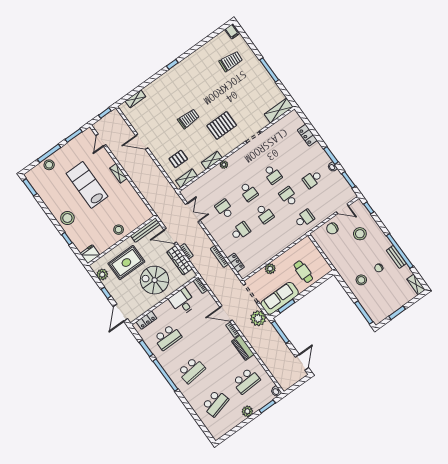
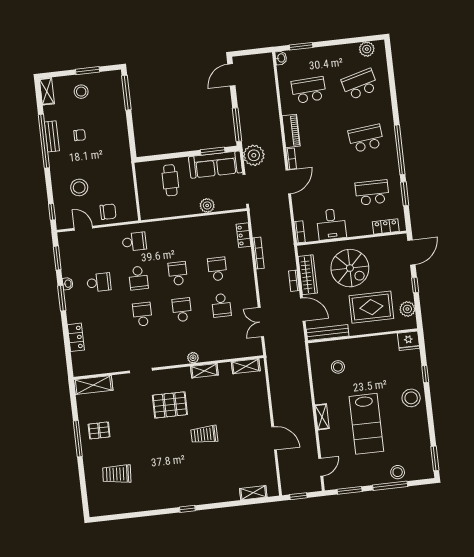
filing cabinet: (232, 31) -> (96, 508), removed
pallet: (178, 159) -> (99, 430), moved
school desk: (304, 219) -> (134, 242), turned 180
stool: (119, 230) -> (338, 367), moved
school desk: (240, 231) -> (217, 269), turned 90
stool: (361, 280) -> (81, 92), moved
door: (226, 314) -> (288, 182), hinge flipped
plant: (247, 411) -> (367, 49), moved

